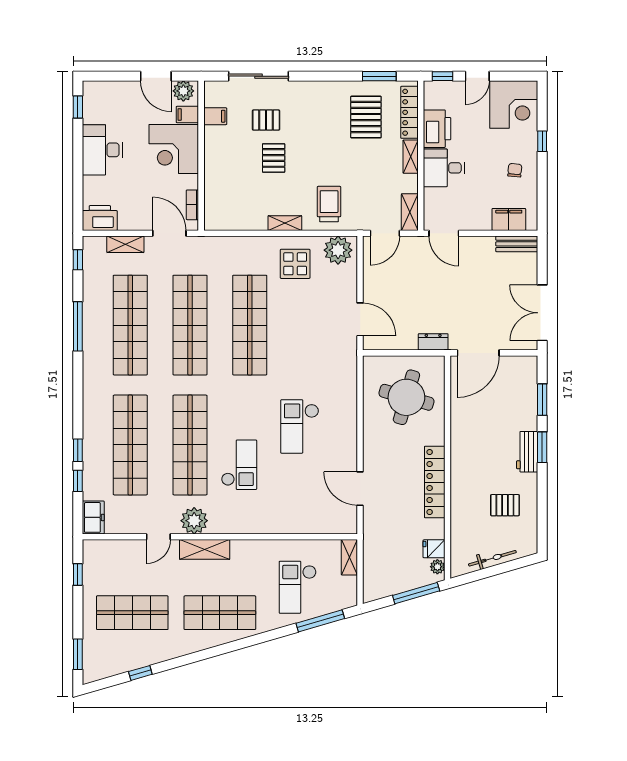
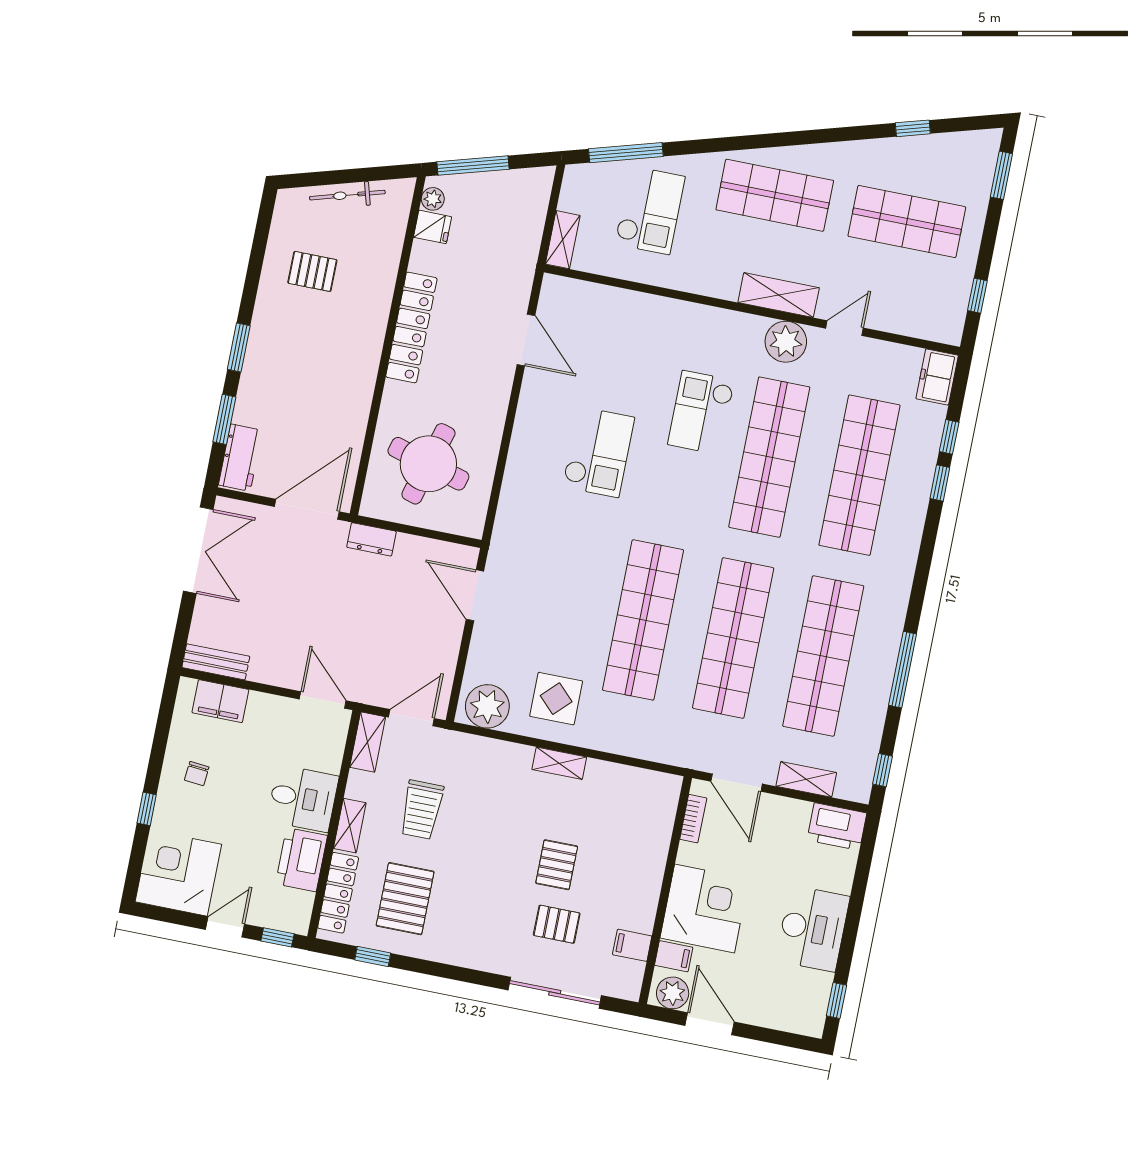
window: (379, 76) -> (373, 956), width x0.67
trolley: (329, 204) -> (422, 810), moved
workbench: (527, 452) -> (240, 458), moved

